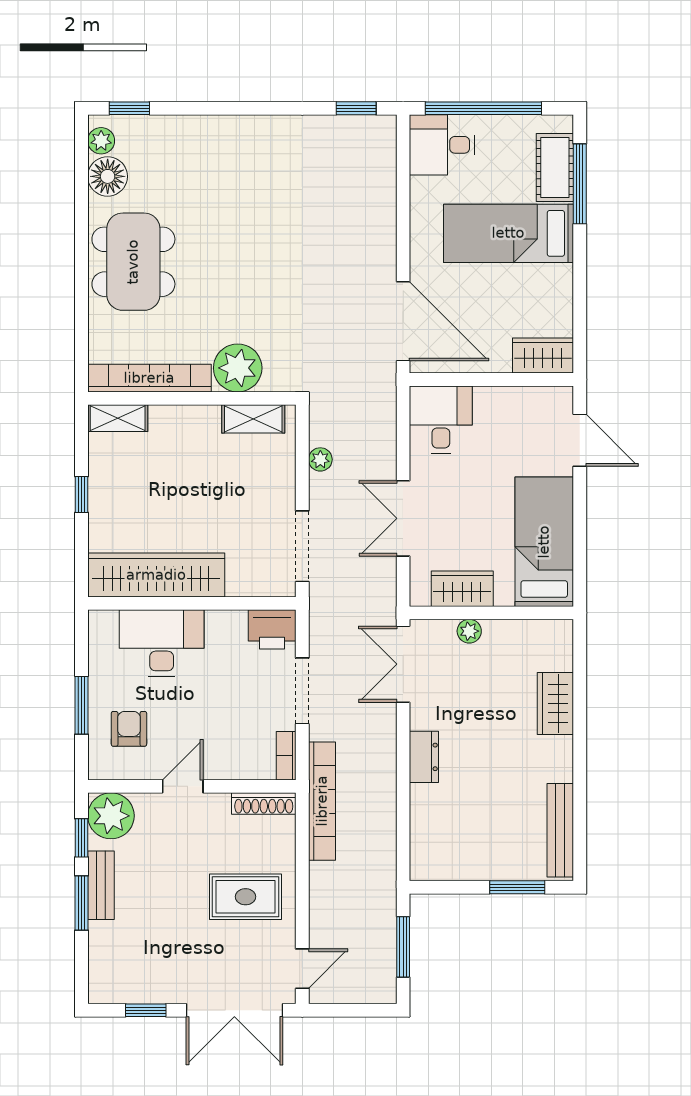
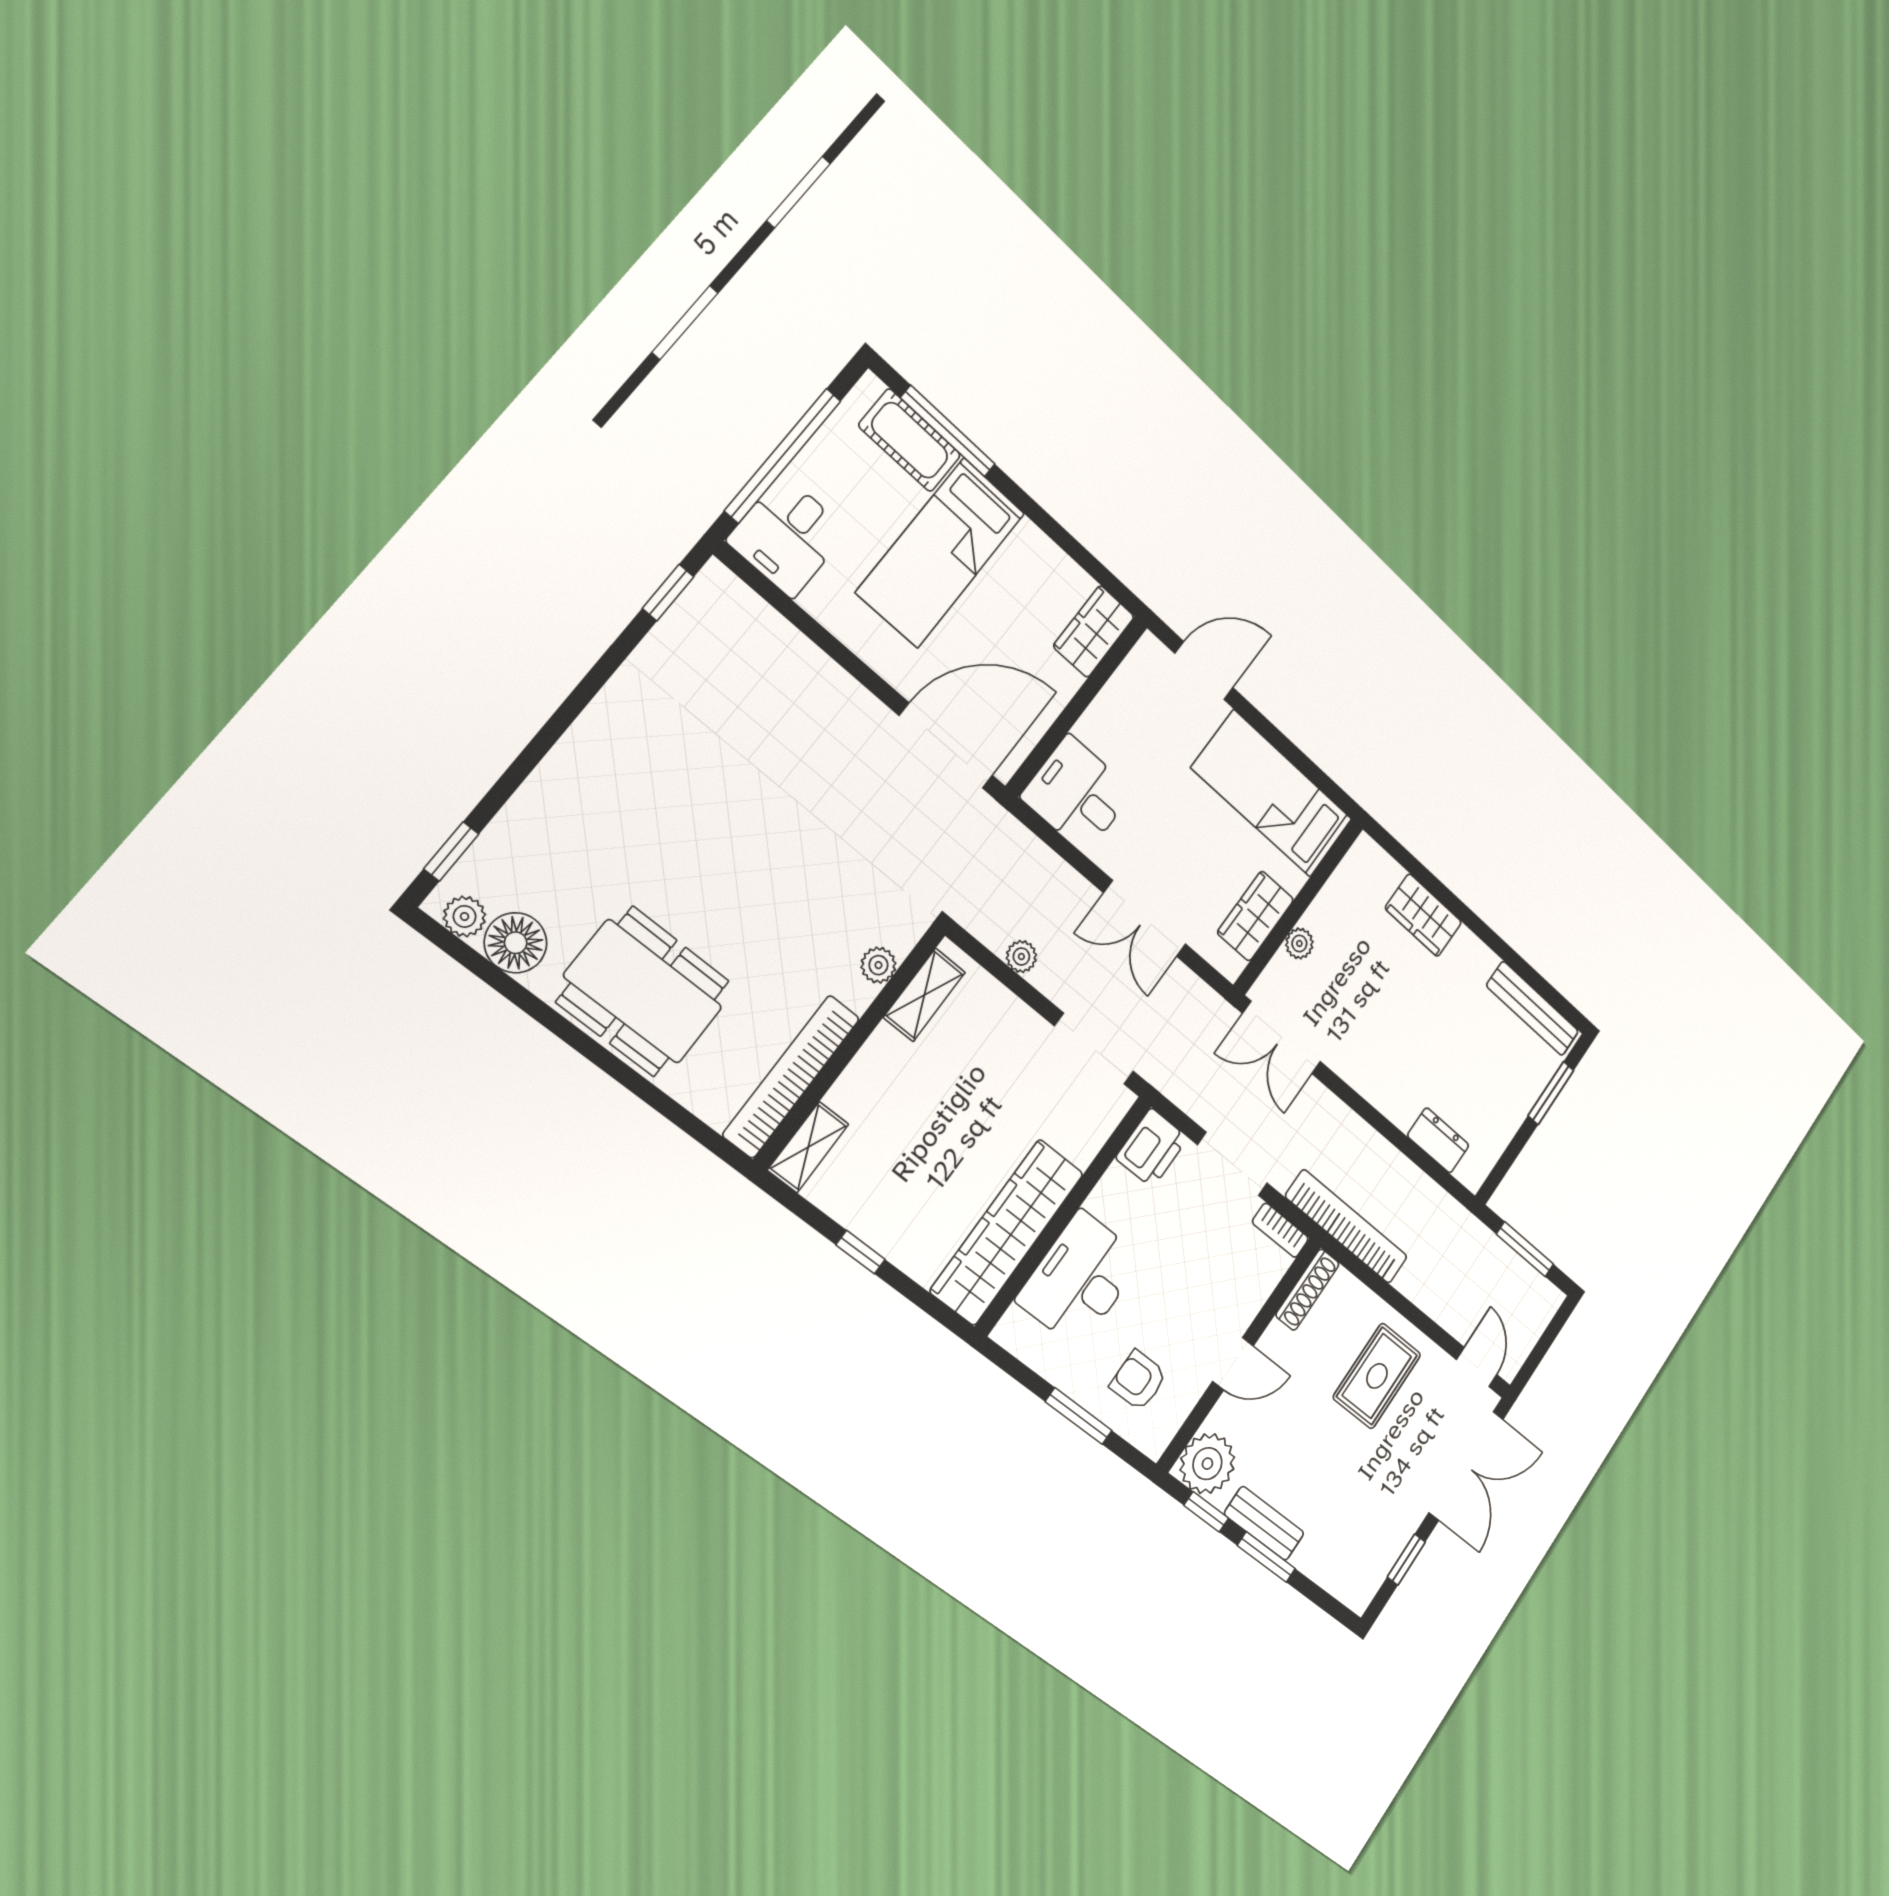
plant: (238, 368) -> (878, 965), width x0.53, depth x0.53
dresser: (424, 757) -> (1438, 1140), moved
door: (183, 786) -> (1233, 1364), swing flipped

